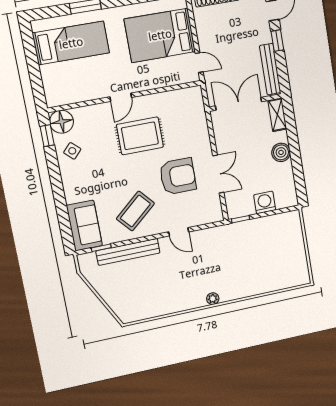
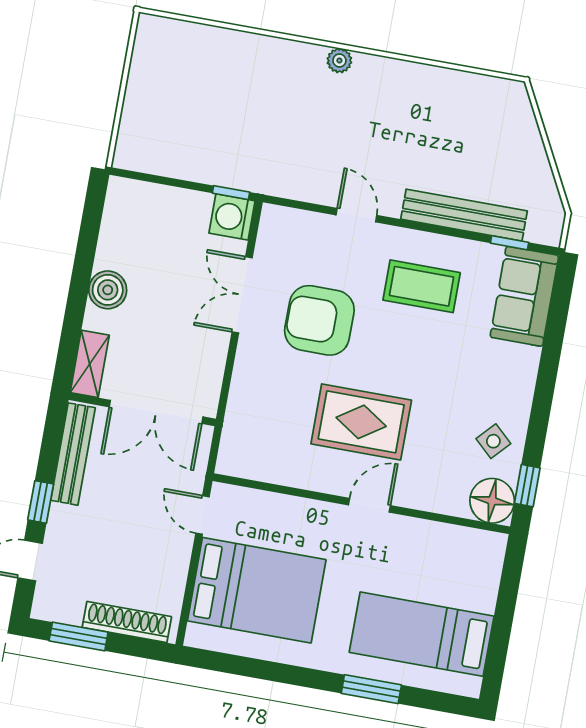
washing machine: (265, 202) -> (232, 217), moved, turned 90
coffee table: (135, 211) -> (422, 286), turned 41

